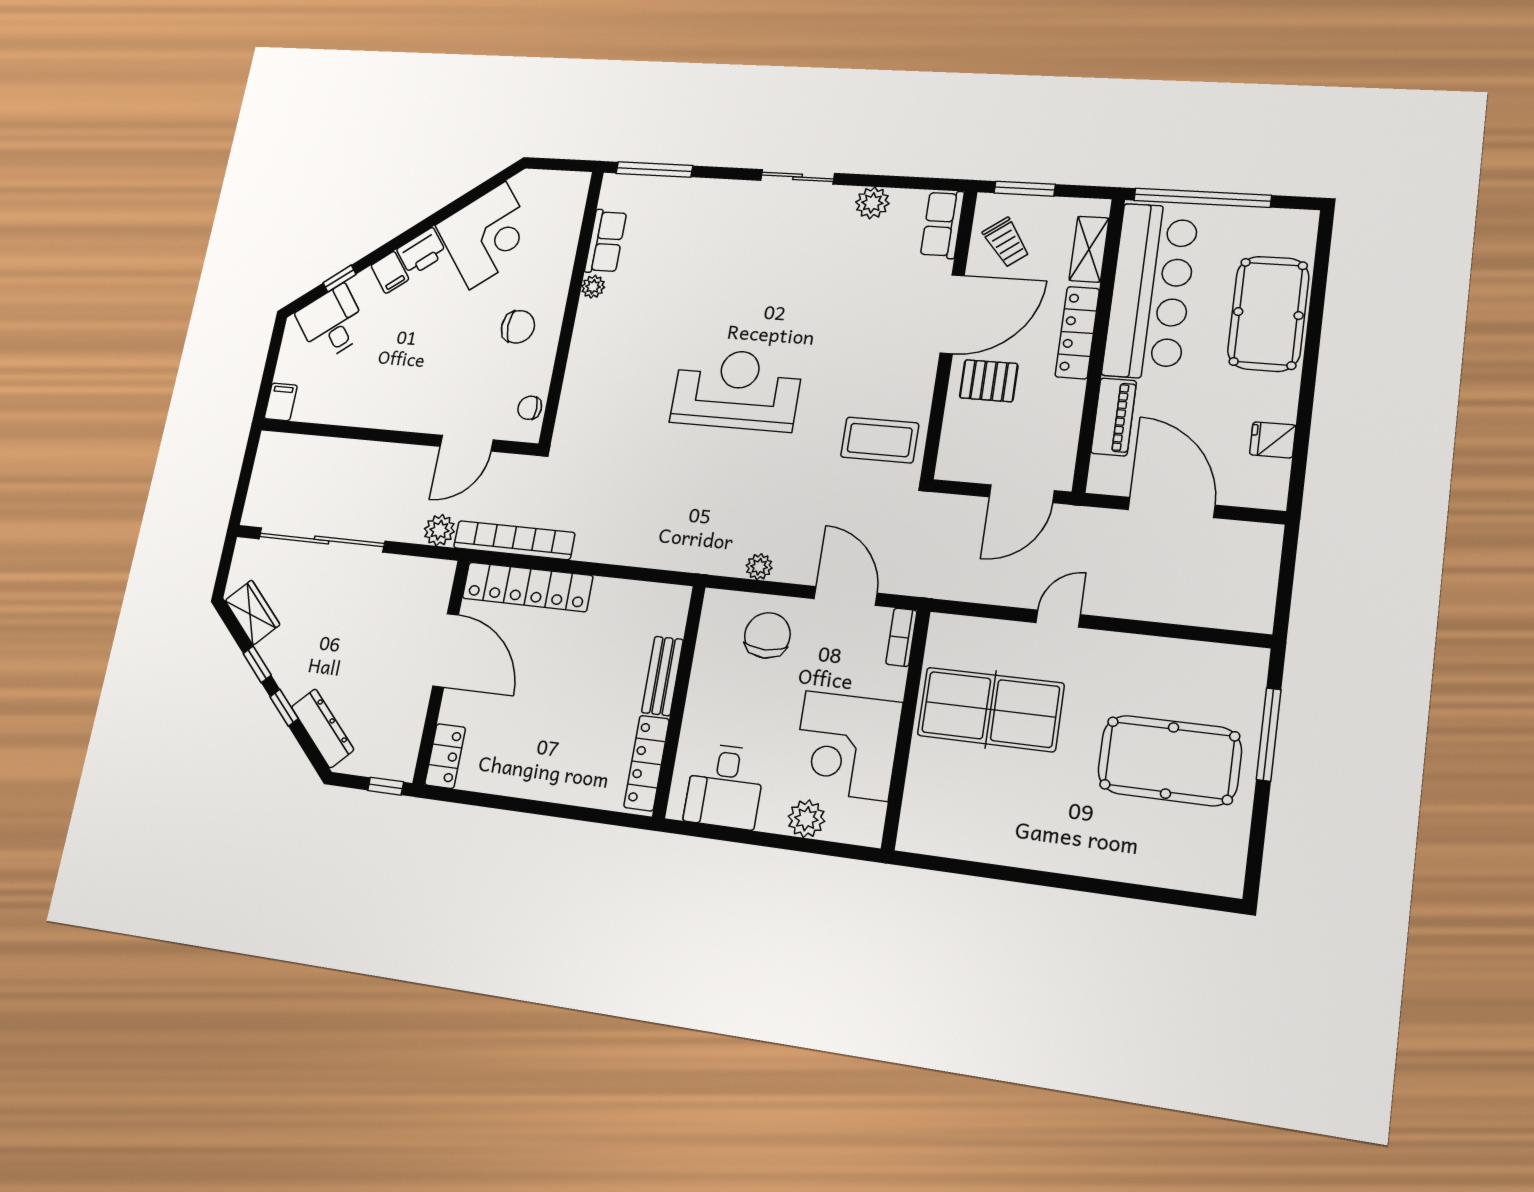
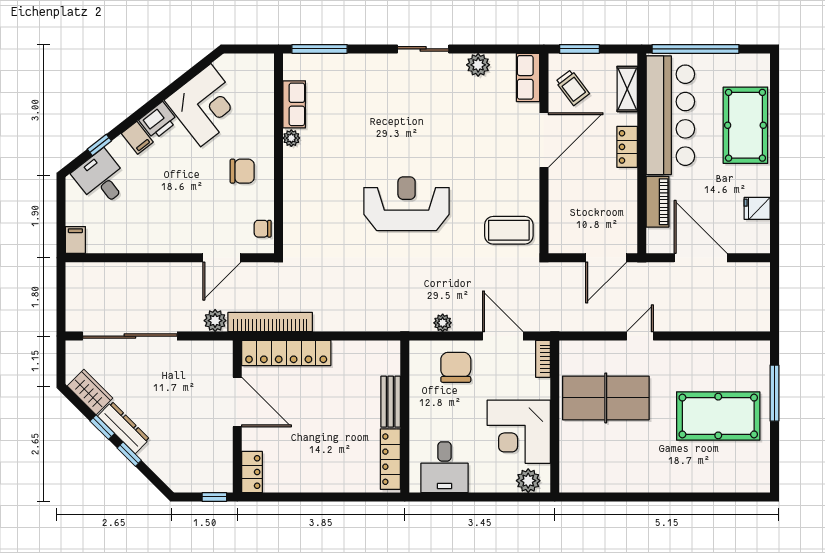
locker: (1077, 333) -> (627, 147), width x0.66
pallet: (989, 381) -> (574, 184), removed
dresser: (323, 728) -> (124, 428), moved
plant: (806, 819) -> (528, 481), moved

